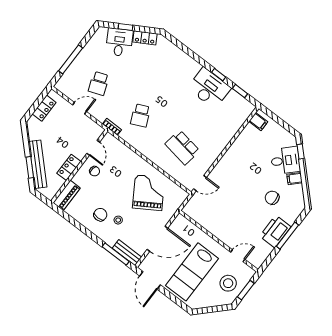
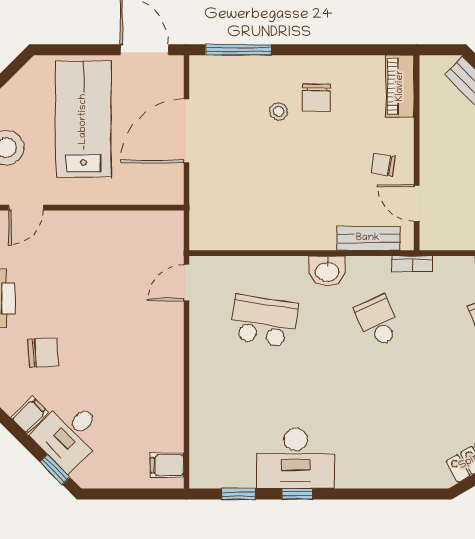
washbasin: (145, 148) -> (327, 271), added
locker: (69, 167) -> (433, 137), removed
grand piano: (149, 193) -> (262, 199), removed
bench: (127, 253) -> (368, 238), moved

